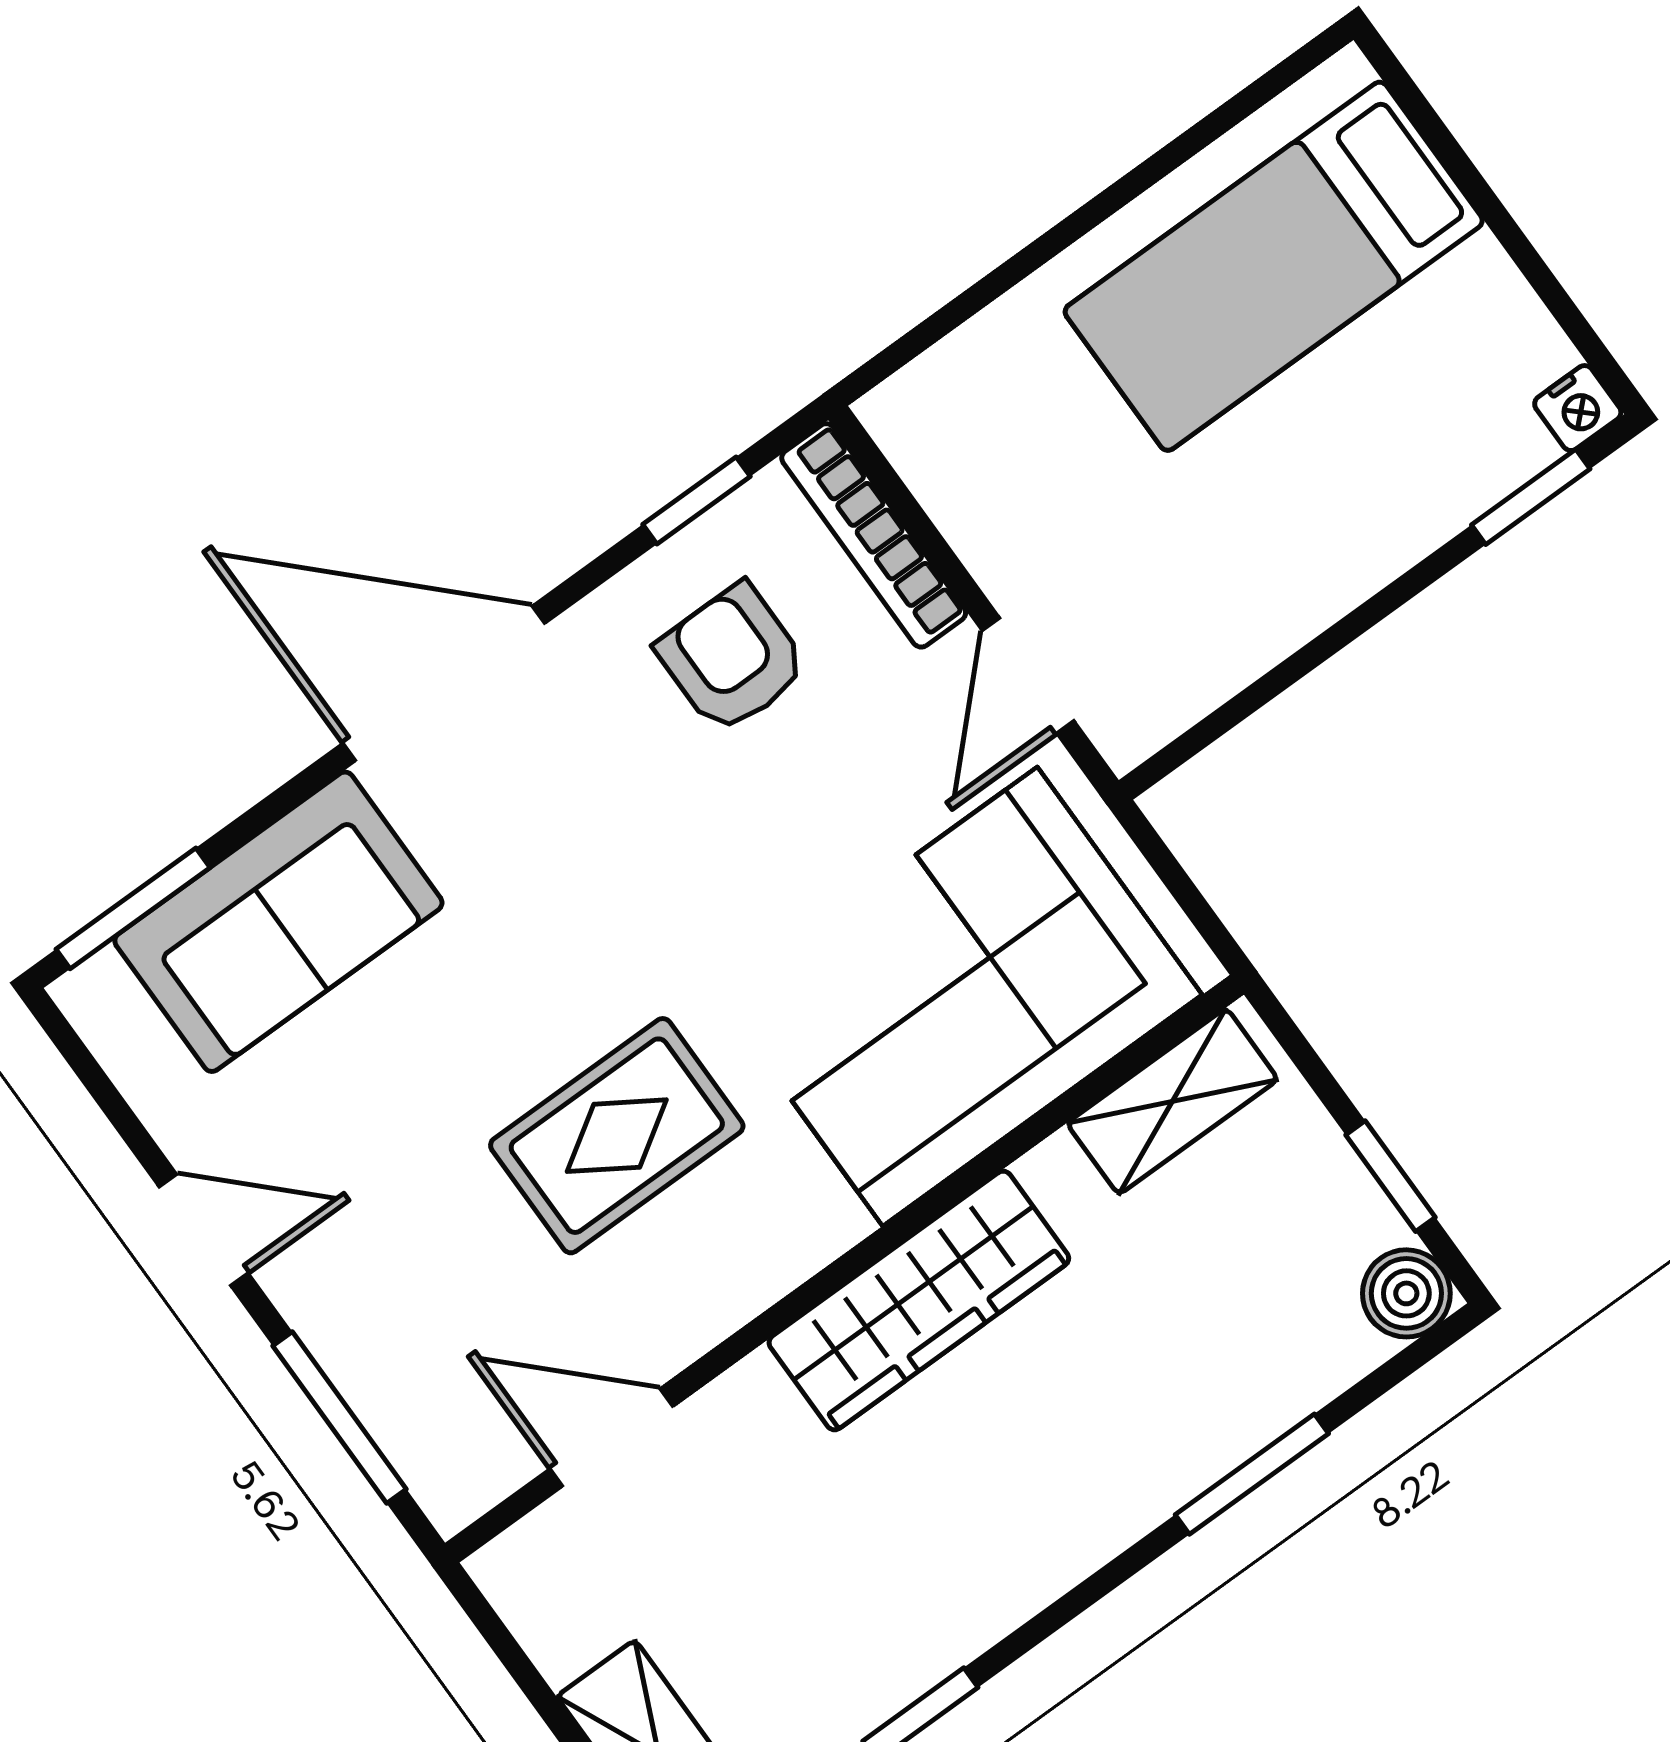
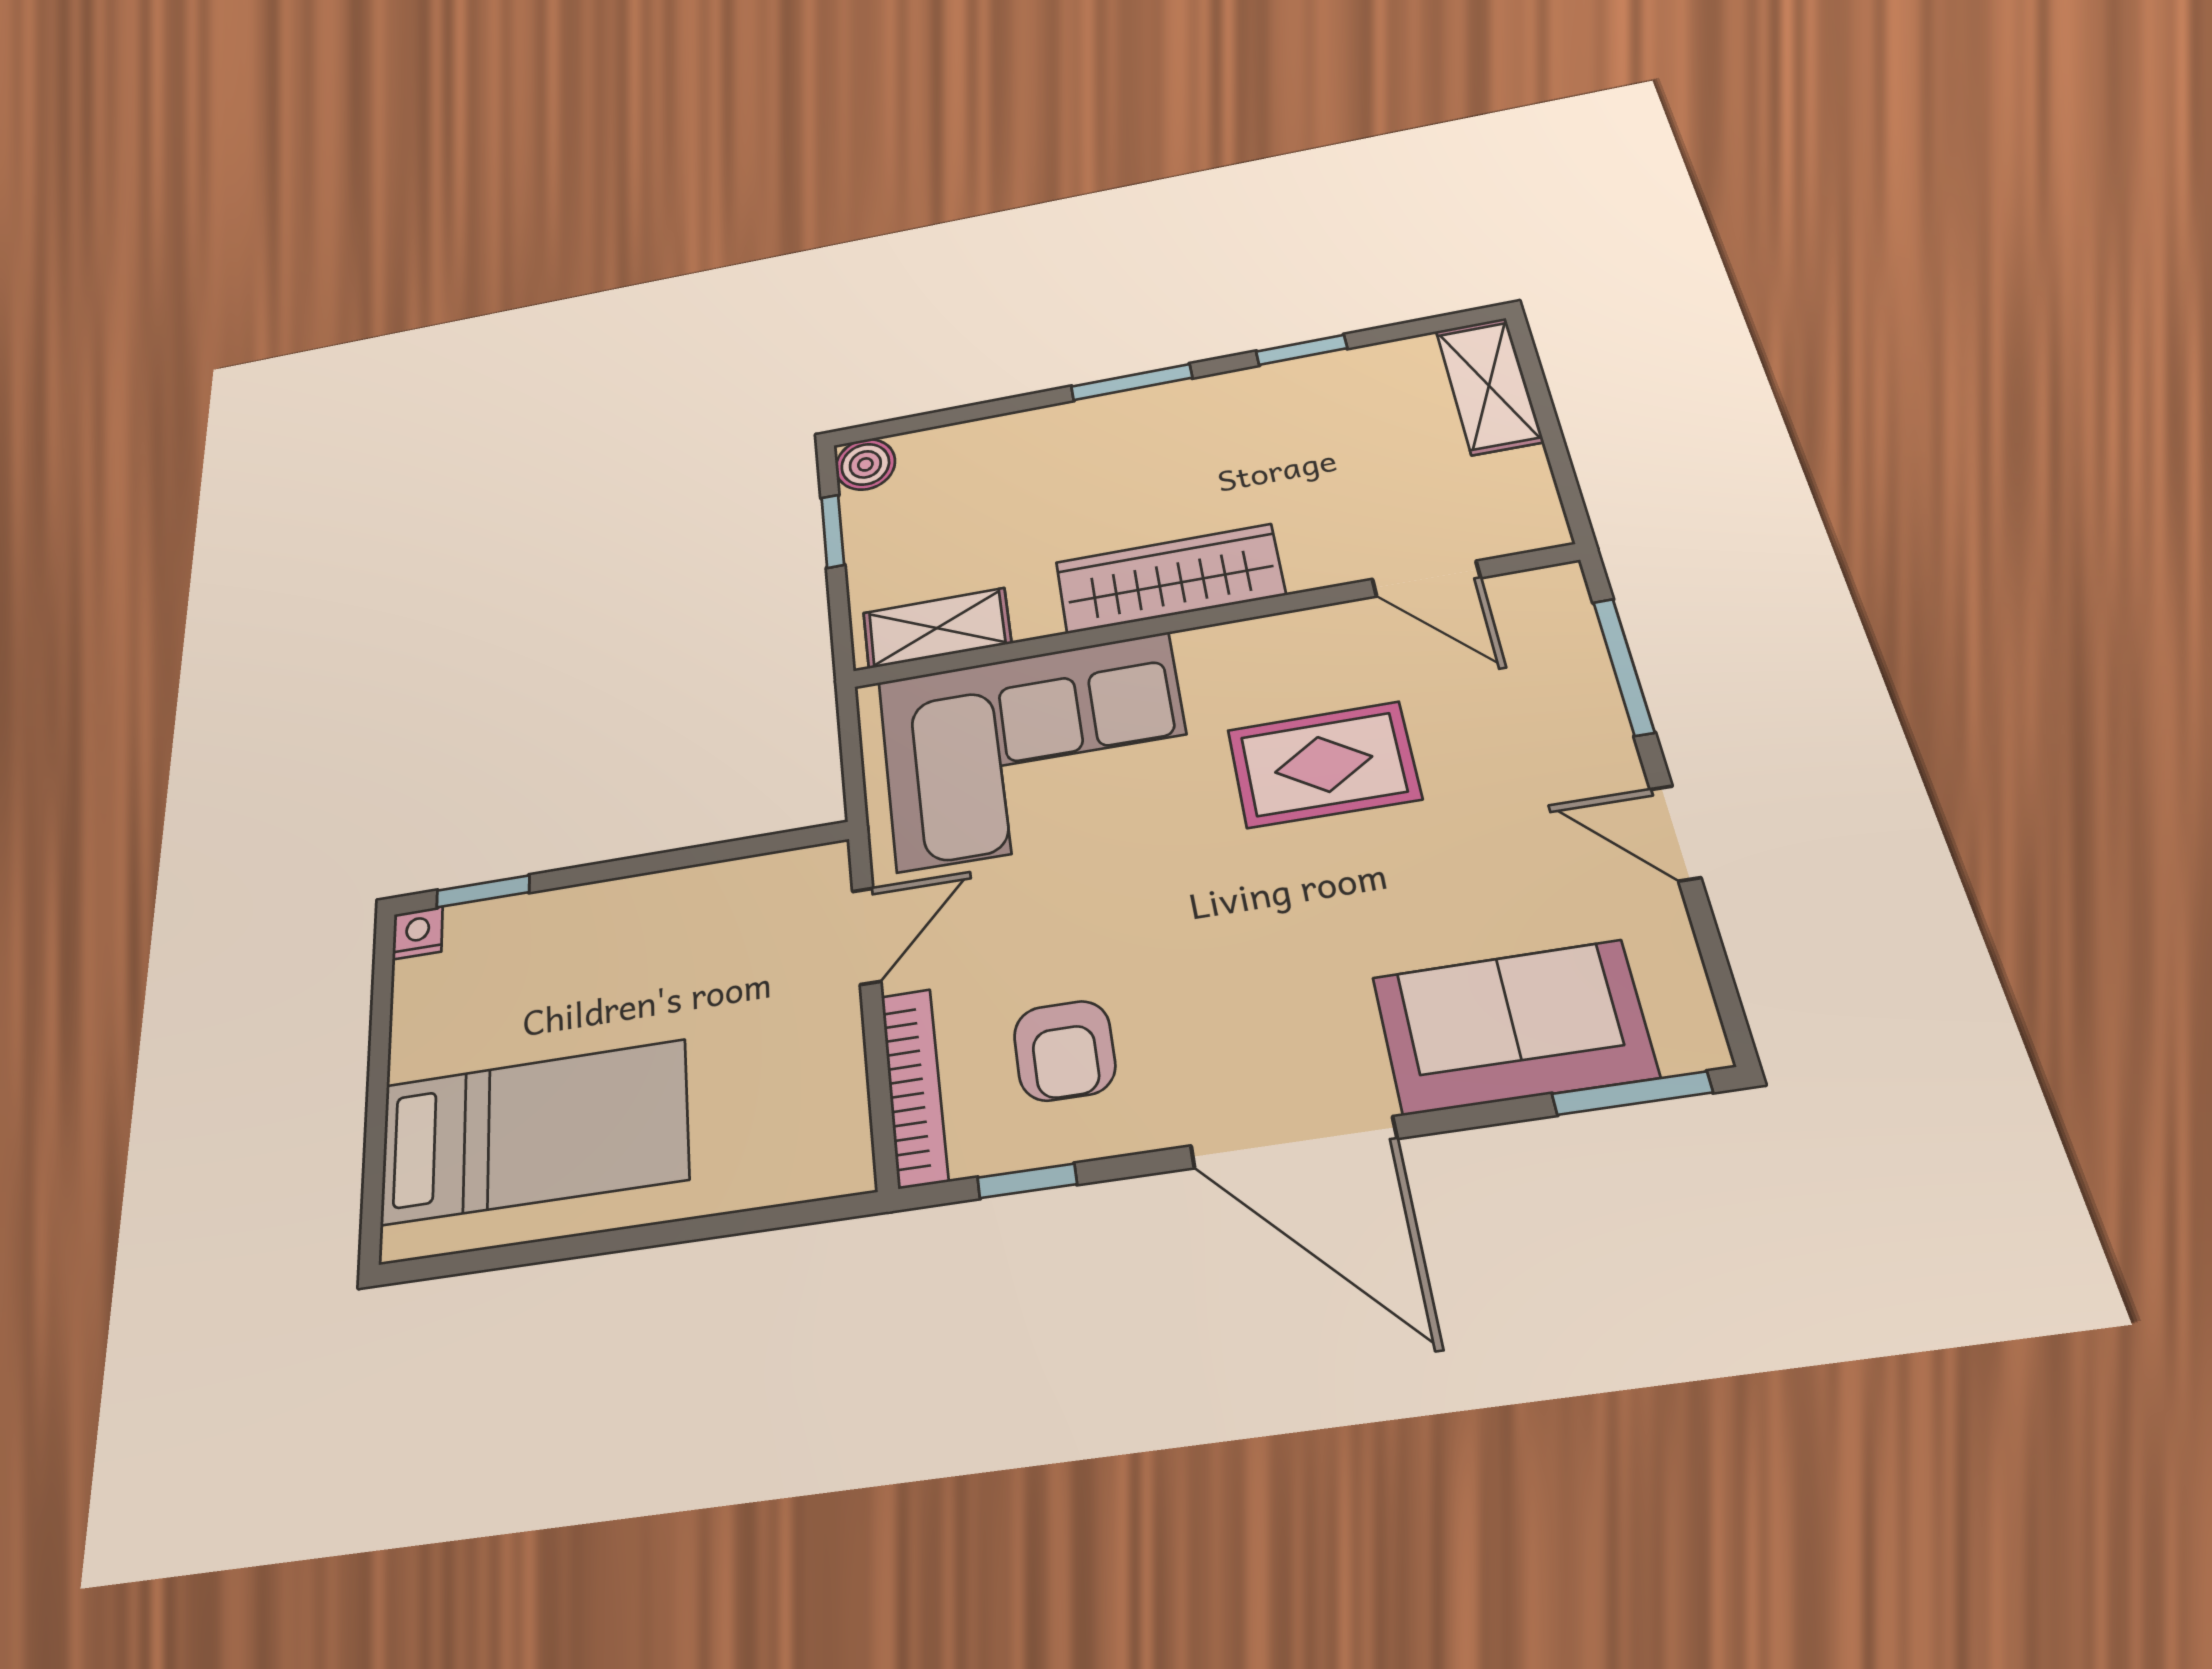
window: (1252, 1474) -> (1132, 382), moved

